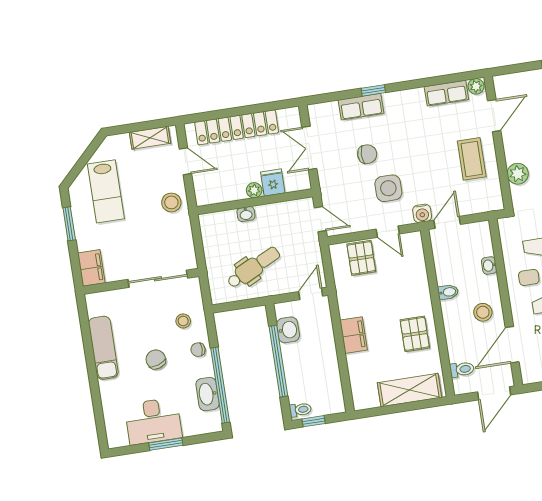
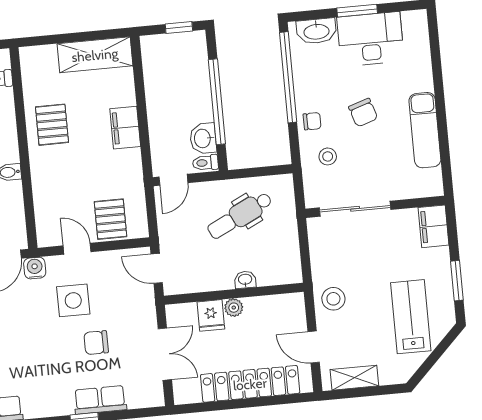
shelving: (409, 390) -> (95, 55), moved
washbasin: (207, 394) -> (316, 31), moved, turned 90
toilet: (300, 410) -> (205, 163), moved

